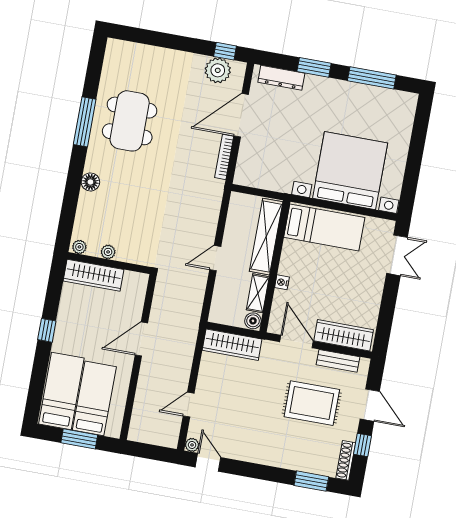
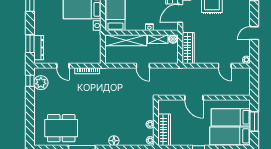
window: (314, 67) -> (30, 44), moved
door: (241, 115) -> (63, 66), width x0.53
dining table: (130, 121) -> (61, 128), moved
door: (208, 462) -> (254, 33), moved

